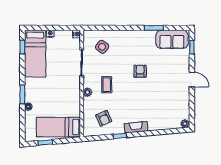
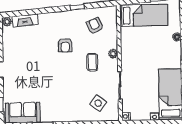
armchair: (140, 71) -> (65, 45), moved
fireplace: (136, 127) -> (25, 21), moved

